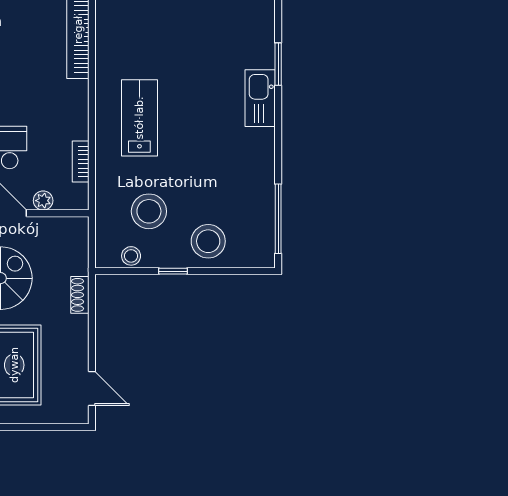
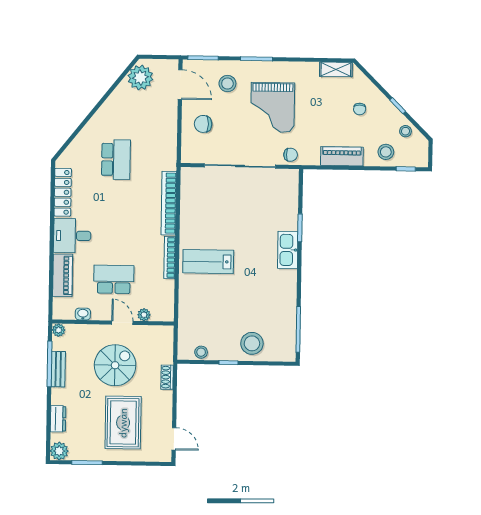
lab bench: (139, 118) -> (208, 262), turned -90
bookcase: (81, 162) -> (170, 257), moved, width x1.56
stool: (149, 211) -> (213, 323), removed

